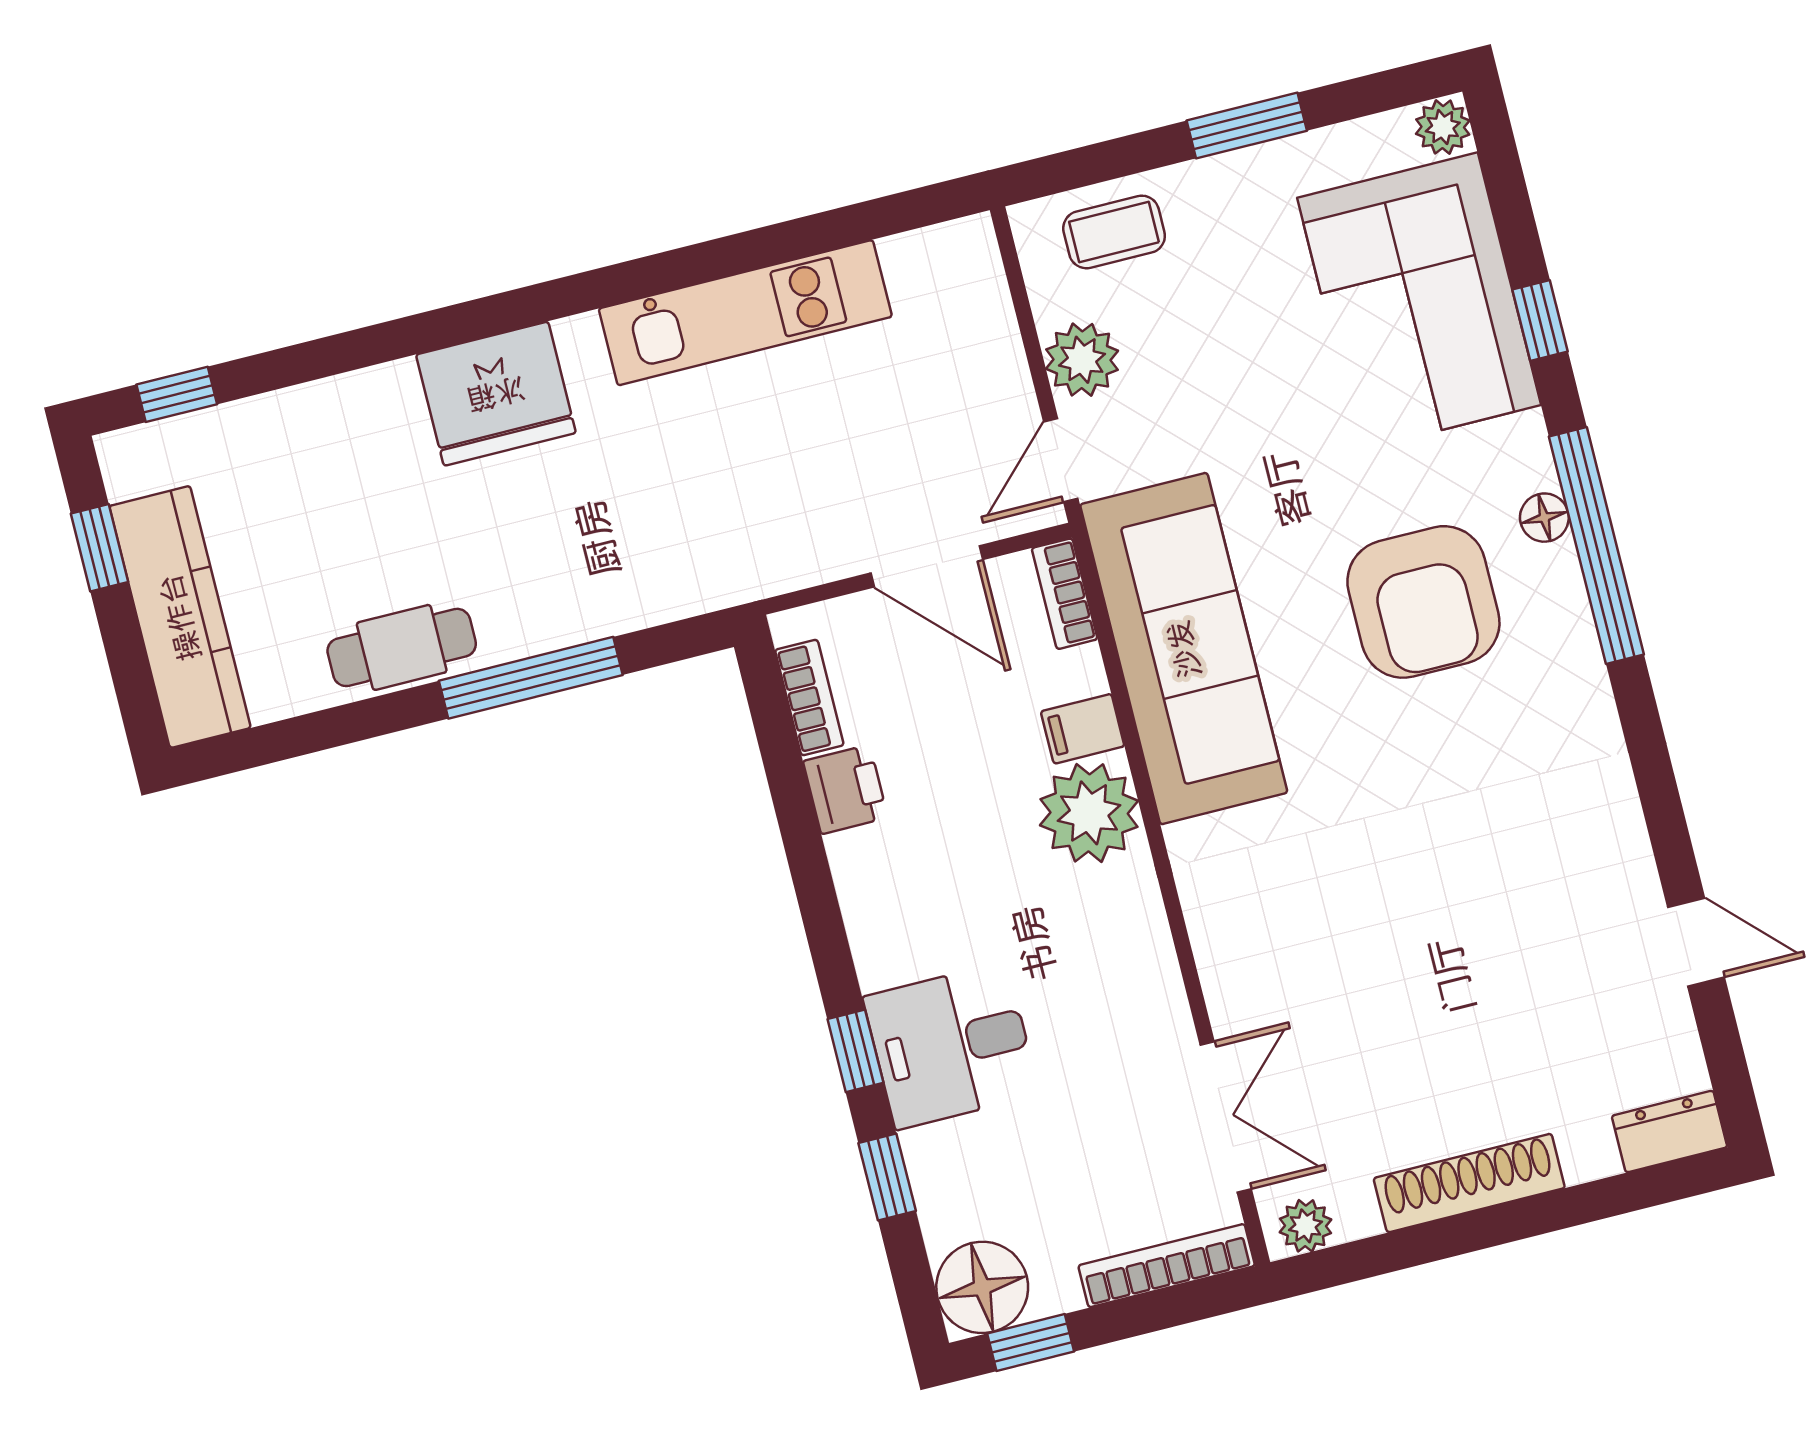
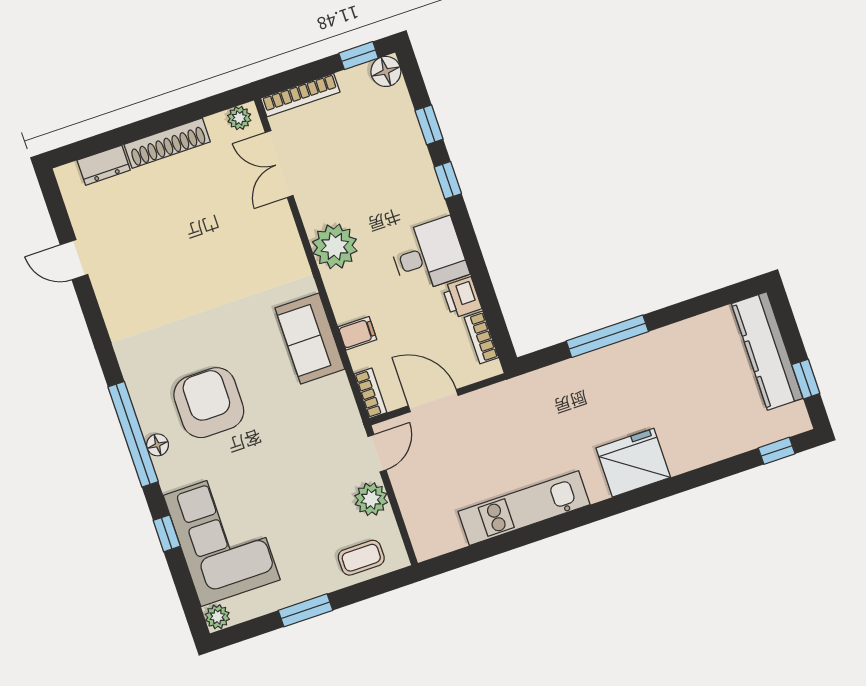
cafe table: (402, 647) -> (666, 345), removed
sofa: (1184, 649) -> (310, 339), width x0.54, depth x0.79
plant: (1089, 813) -> (335, 246), moved
desk: (951, 1046) -> (428, 255), moved
dresser: (1670, 1132) -> (104, 165), moved
floor lamp: (982, 1287) -> (386, 71), width x0.73, depth x0.73

